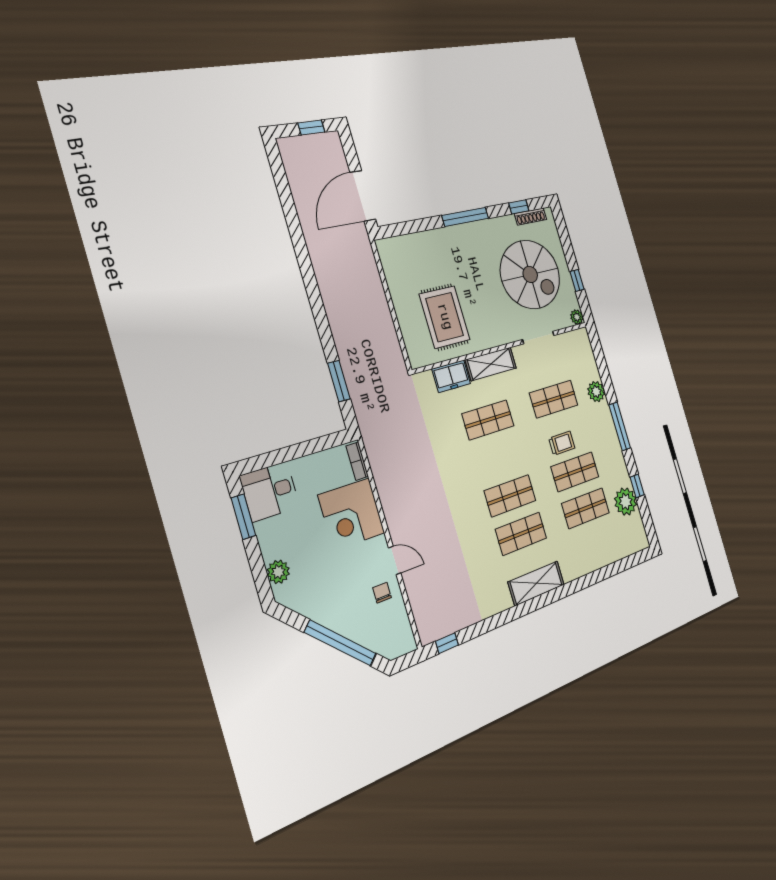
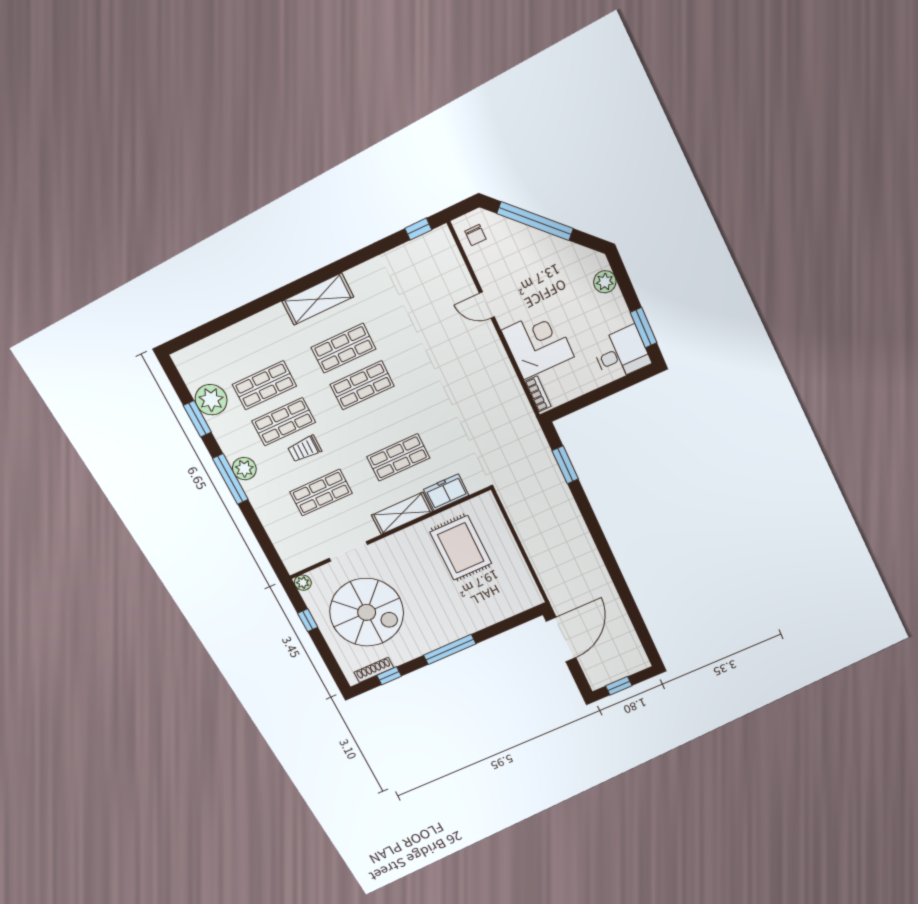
spiral stairs: (530, 274) -> (367, 612), turned 180
plant: (596, 392) -> (244, 469), moved
window: (637, 486) -> (197, 419), width x1.50
chair: (382, 593) -> (475, 235), moved

